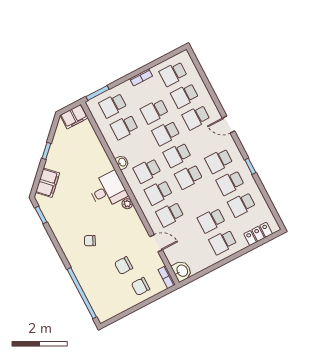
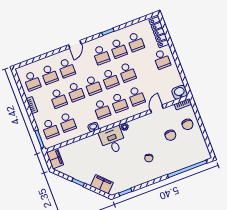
school desk: (211, 220) -> (127, 72), moved
locker: (258, 234) -> (159, 32), width x1.53

